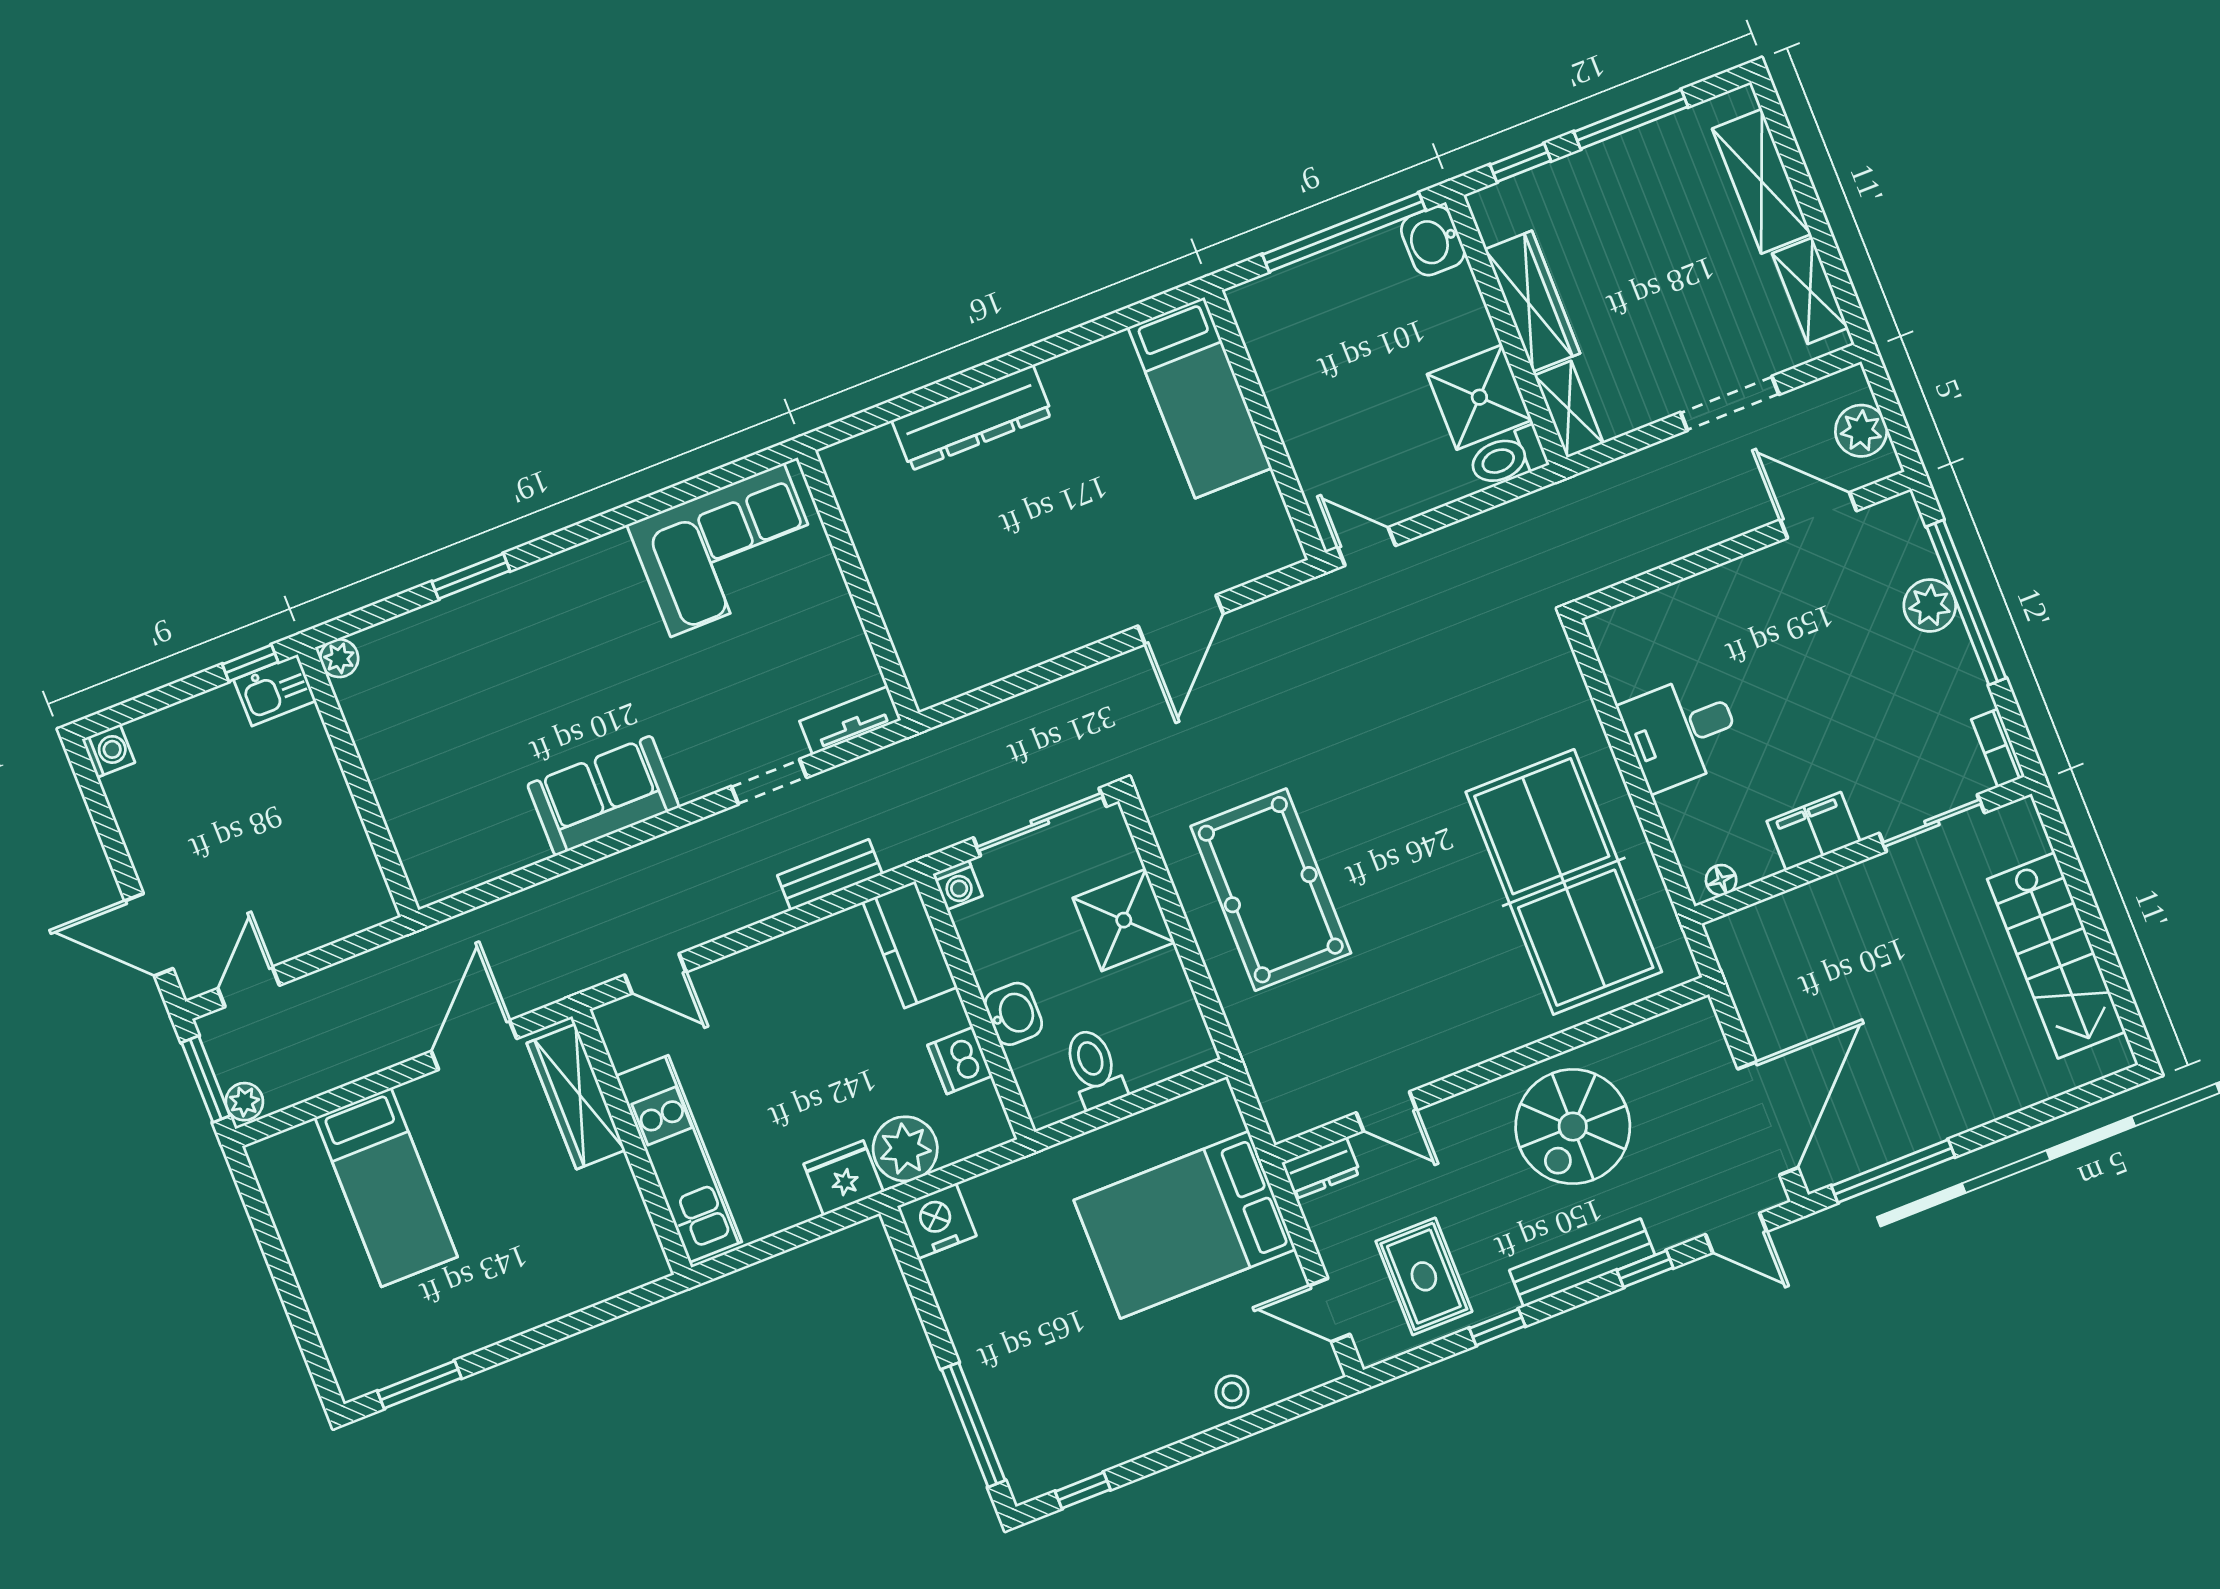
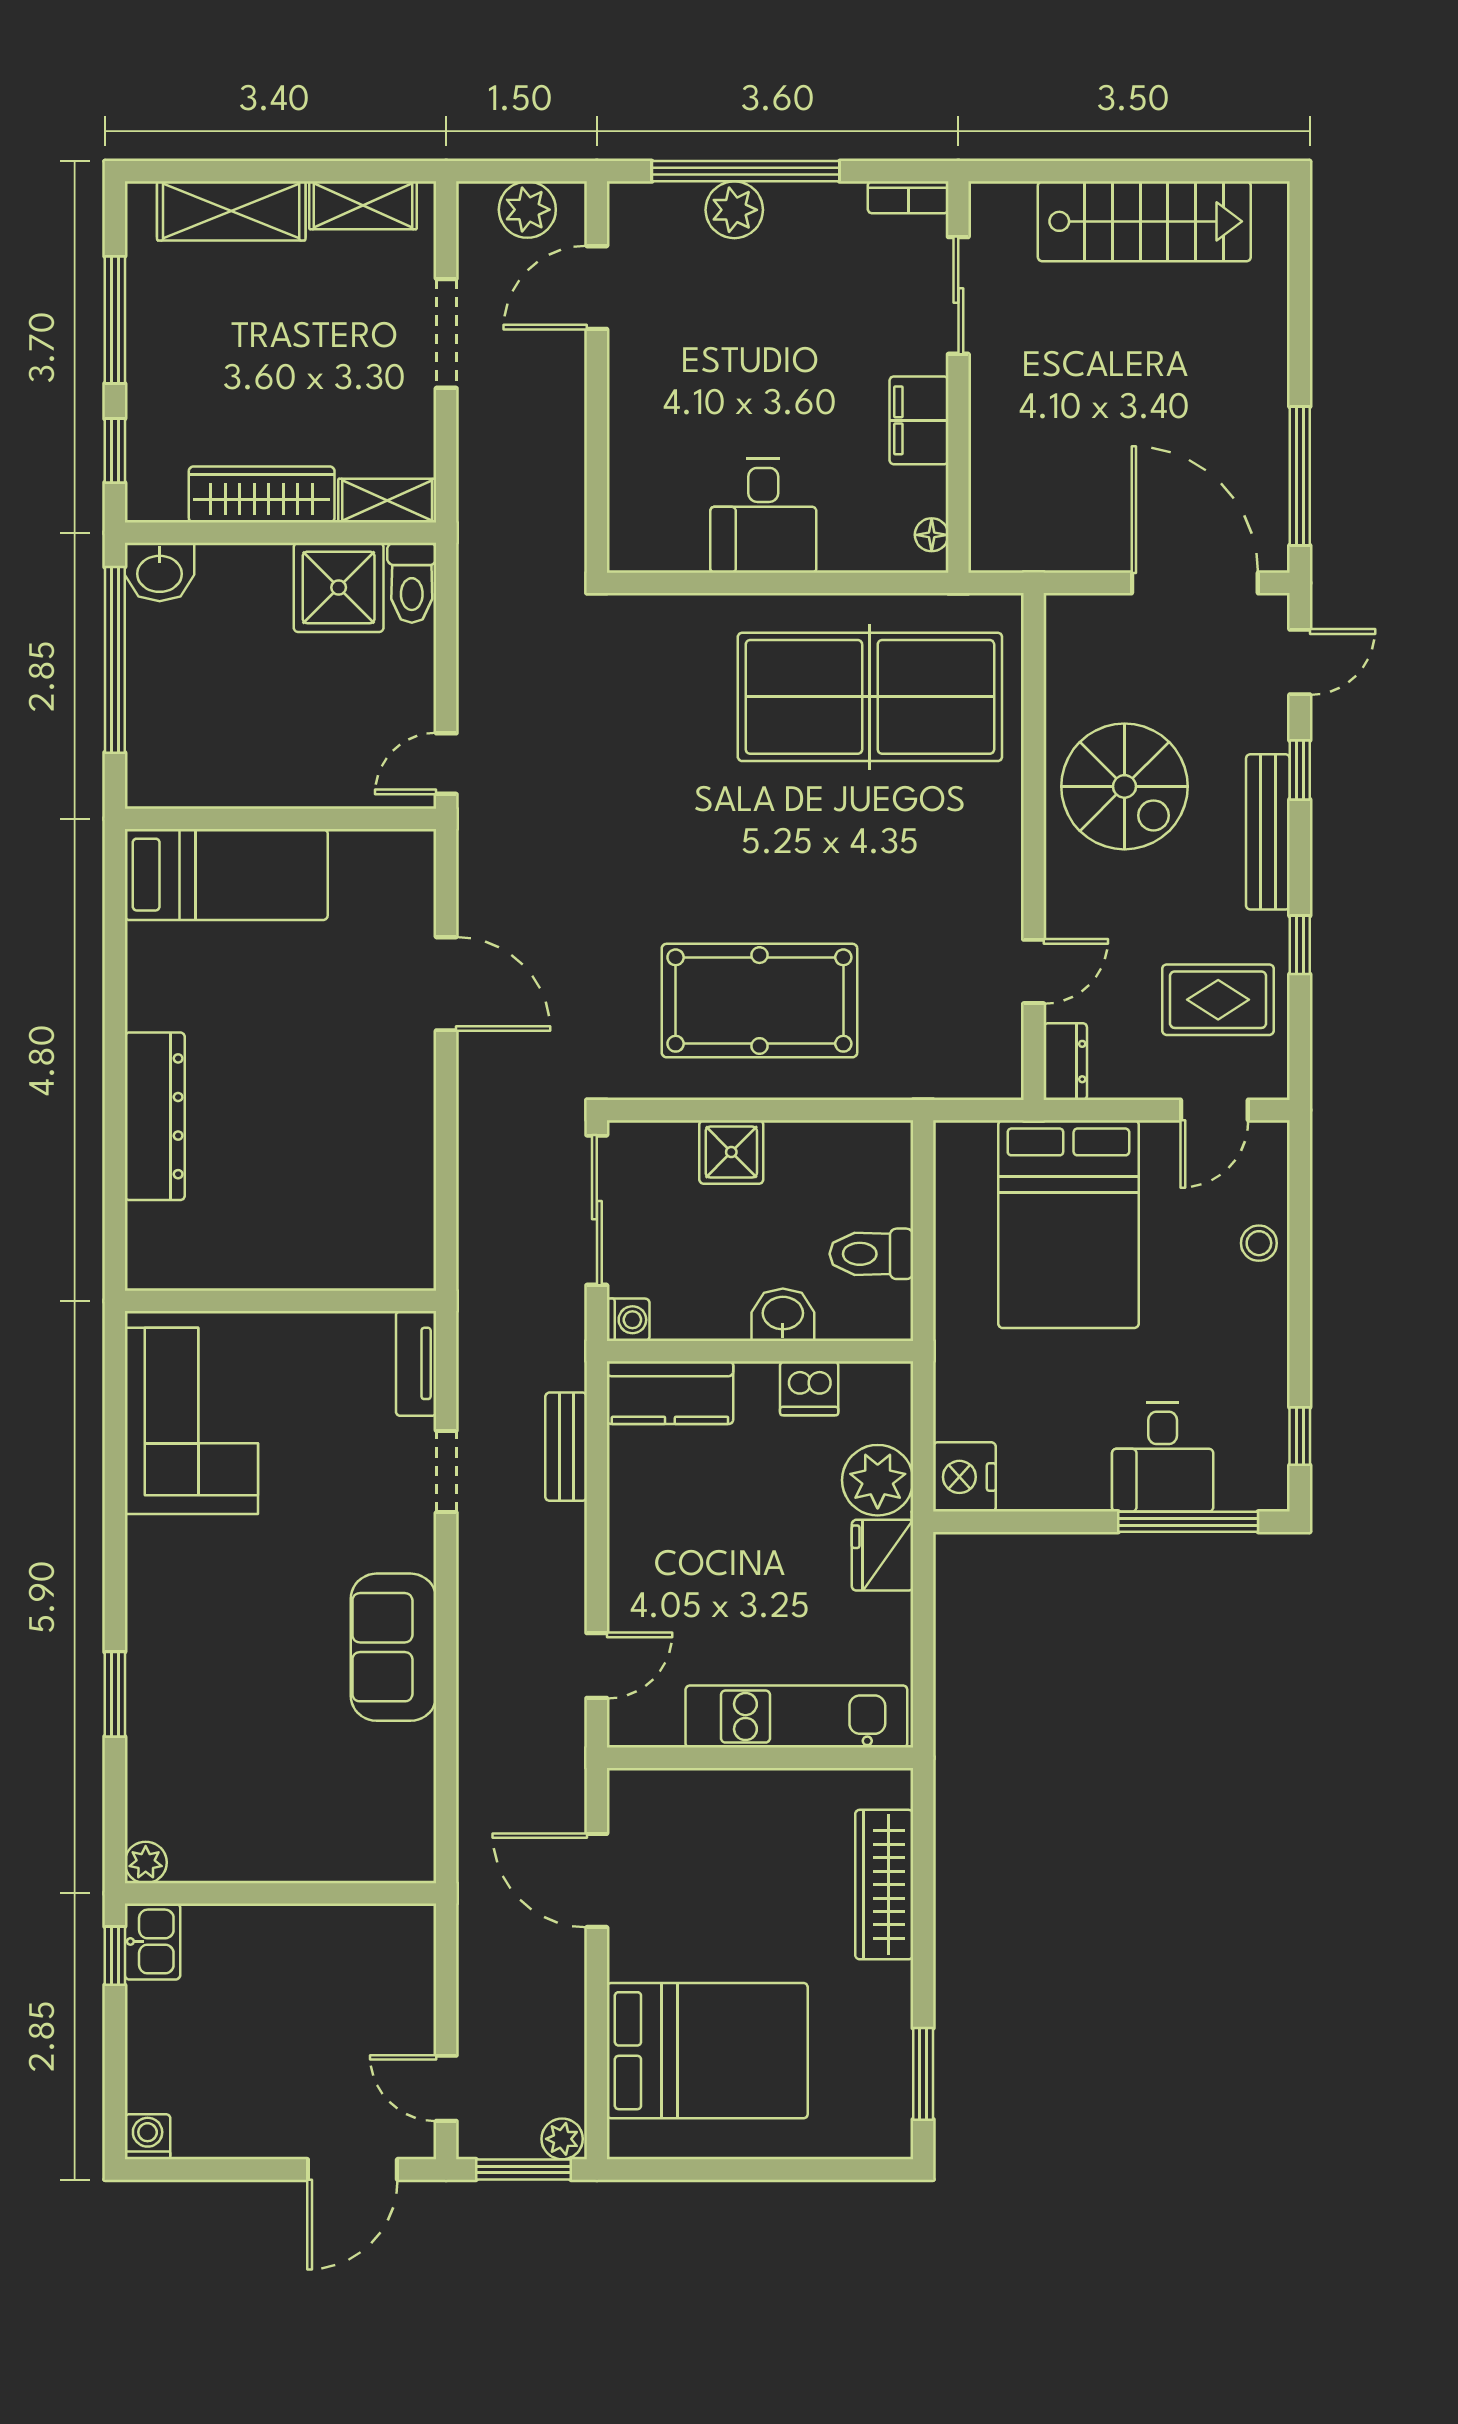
shower: (1124, 920) -> (731, 1152), width x0.73, depth x0.73
wardrobe: (576, 1097) -> (884, 1885), moved, turned 90
bed: (386, 1187) -> (707, 2051), width x1.50
desk: (1019, 1382) -> (1163, 1457), added

